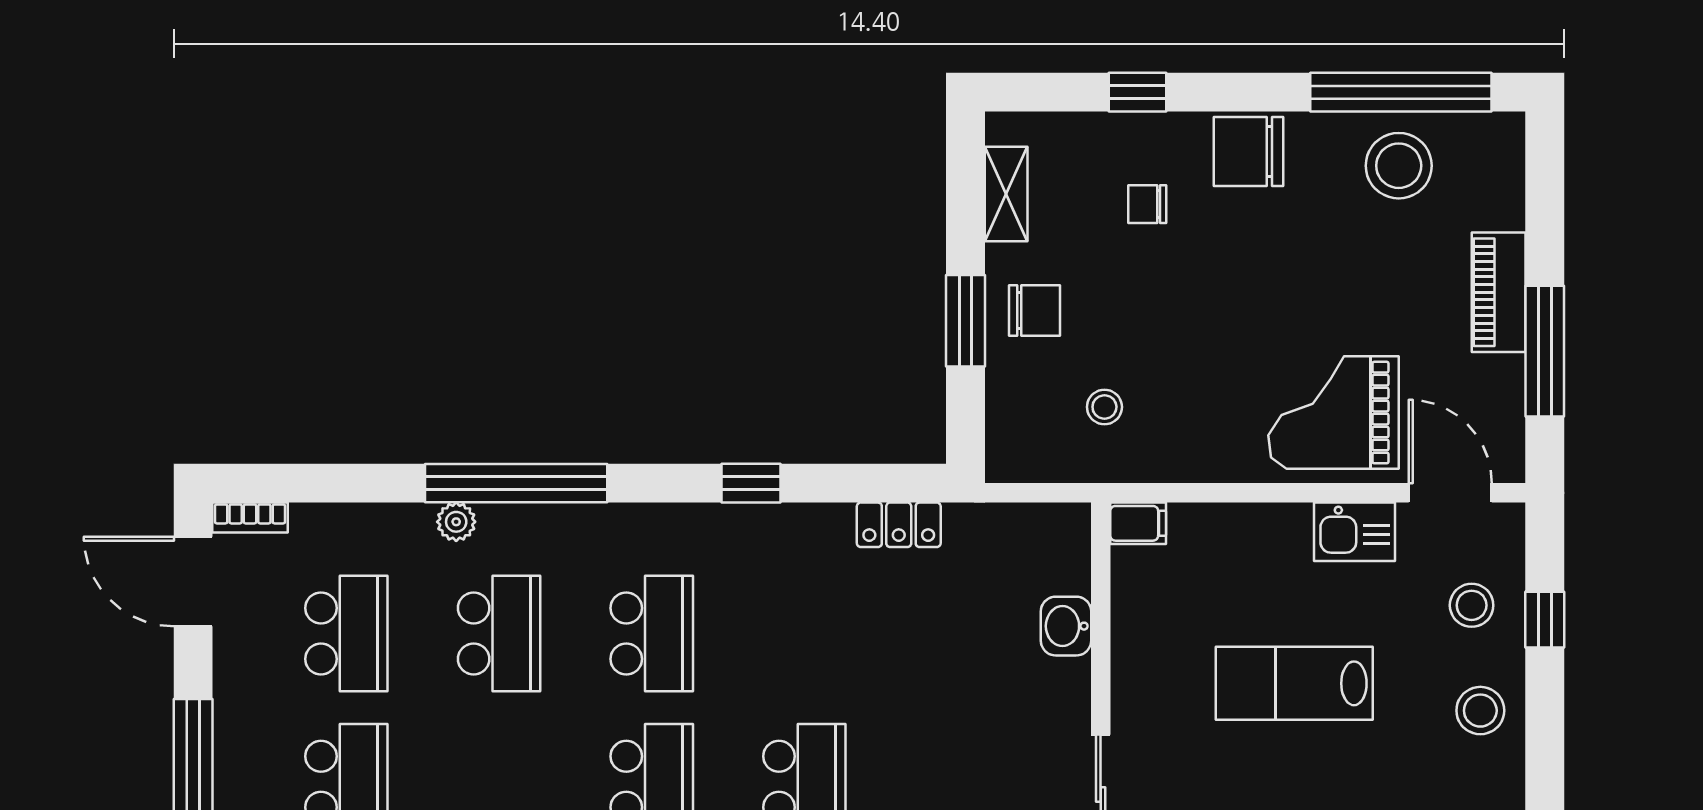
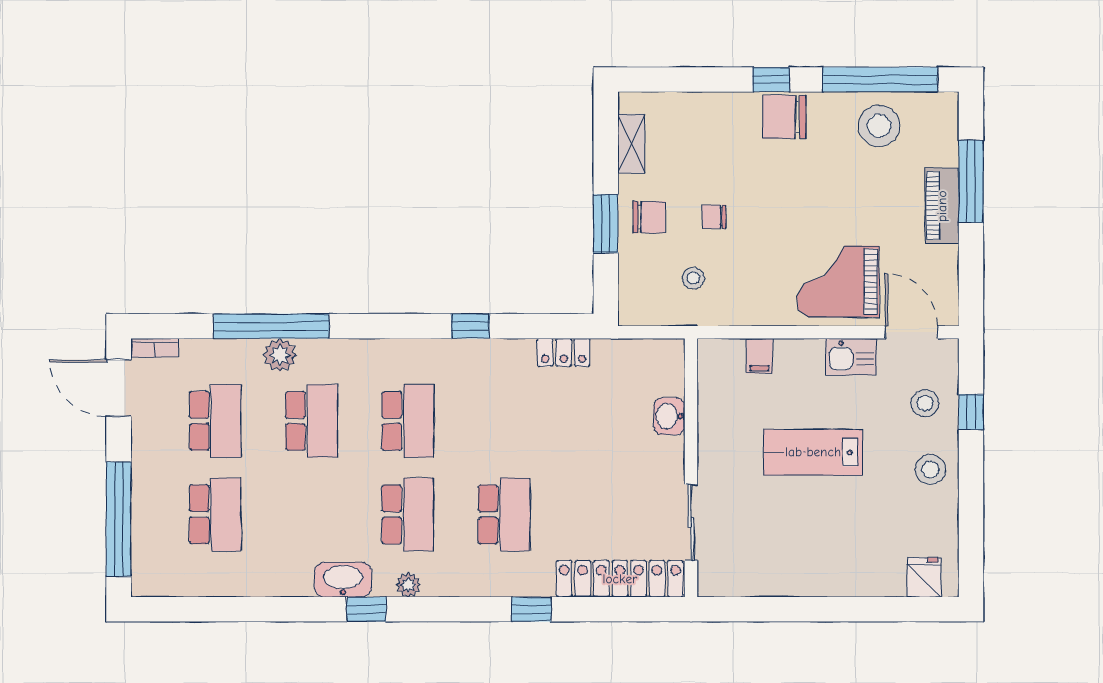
window: (1137, 92) -> (771, 79), moved
chair: (1147, 204) -> (714, 217), moved
window: (1545, 351) -> (971, 182), moved
window: (516, 483) -> (271, 326), moved
plant: (456, 522) -> (280, 355), width x1.38, depth x1.38
filing cabinet: (1138, 523) -> (759, 356), moved, turned 90

